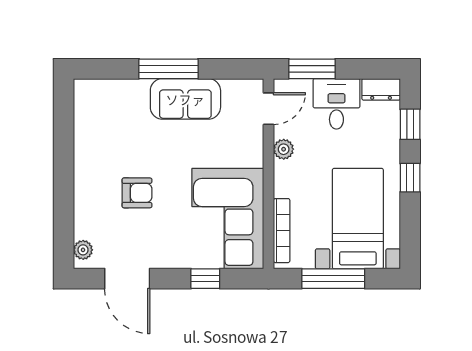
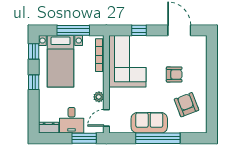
window: (168, 69) -> (158, 138), width x1.46
window: (410, 124) -> (34, 51), moved
armchair: (113, 134) -> (186, 105), added
armchair: (137, 193) -> (174, 74), turned 180
plant: (83, 250) -> (202, 45), removed

